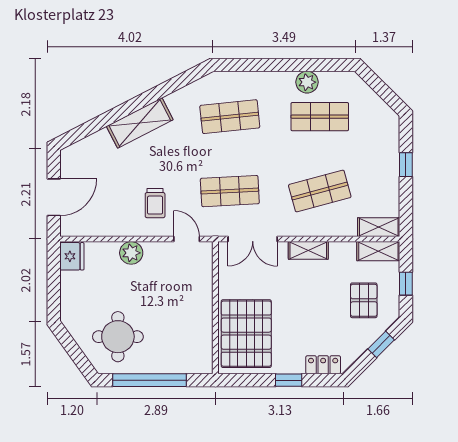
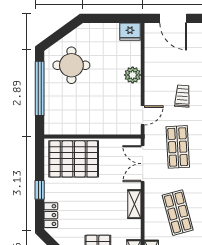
trolley: (155, 203) -> (182, 96), moved, turned 94

